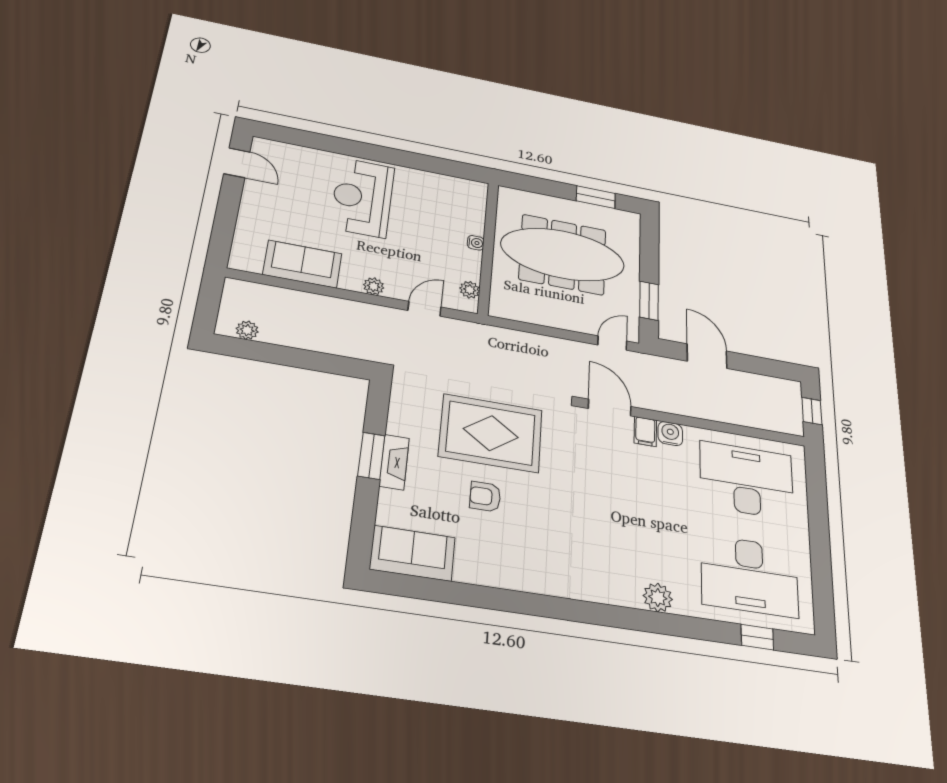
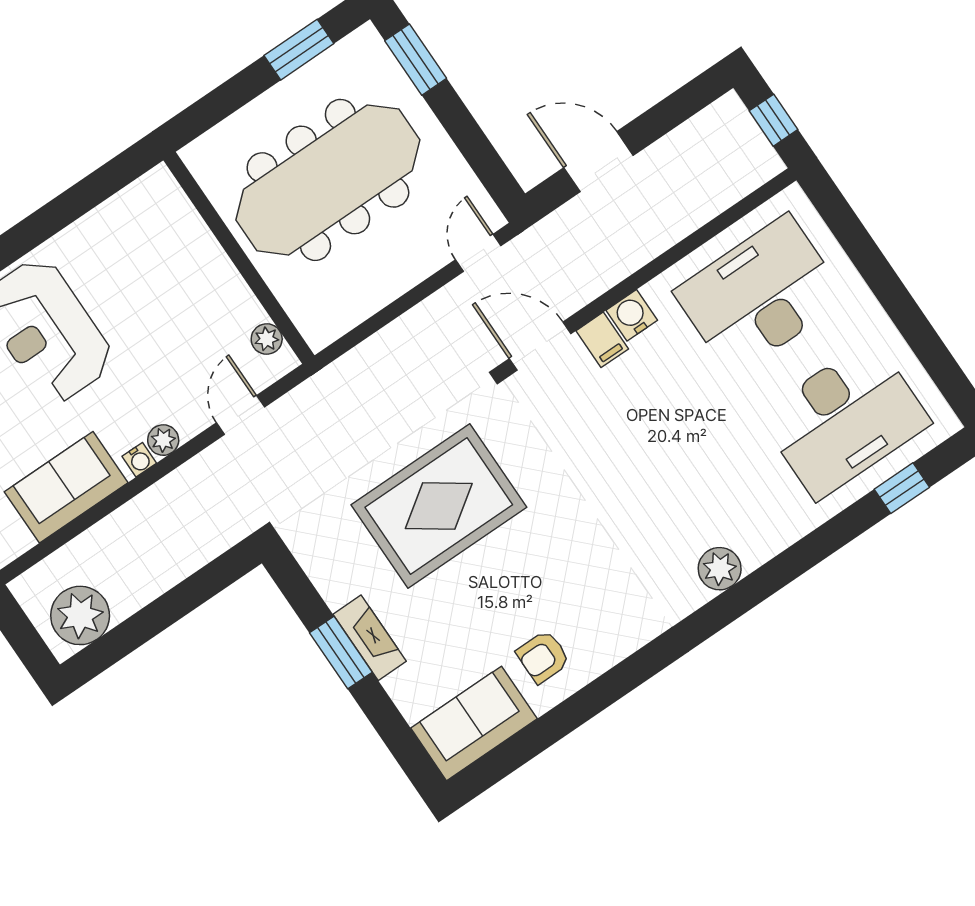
water cooler: (476, 243) -> (139, 460), moved, turned 90
window: (649, 301) -> (416, 60), moved
plant: (247, 330) -> (80, 615), width x1.88, depth x1.88
armchair: (485, 497) -> (543, 657), moved
plant: (658, 598) -> (720, 569), moved

